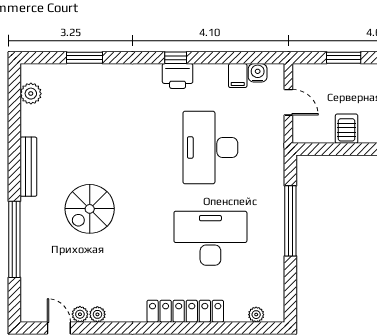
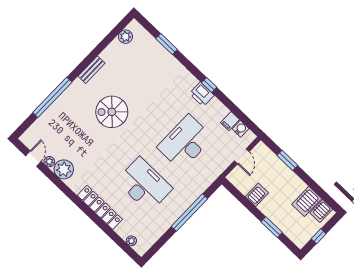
bench: (28, 167) -> (92, 70), width x0.73
spiral stairs: (90, 209) -> (112, 112), moved
plant: (97, 314) -> (64, 169), width x1.88, depth x1.88

